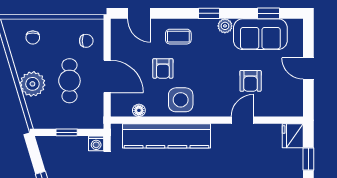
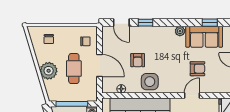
window: (209, 13) -> (146, 23), moved
coffee table: (178, 37) -> (148, 38), removed
armchair: (251, 81) -> (197, 69), turned -90
window: (67, 132) -> (72, 104), width x2.17

